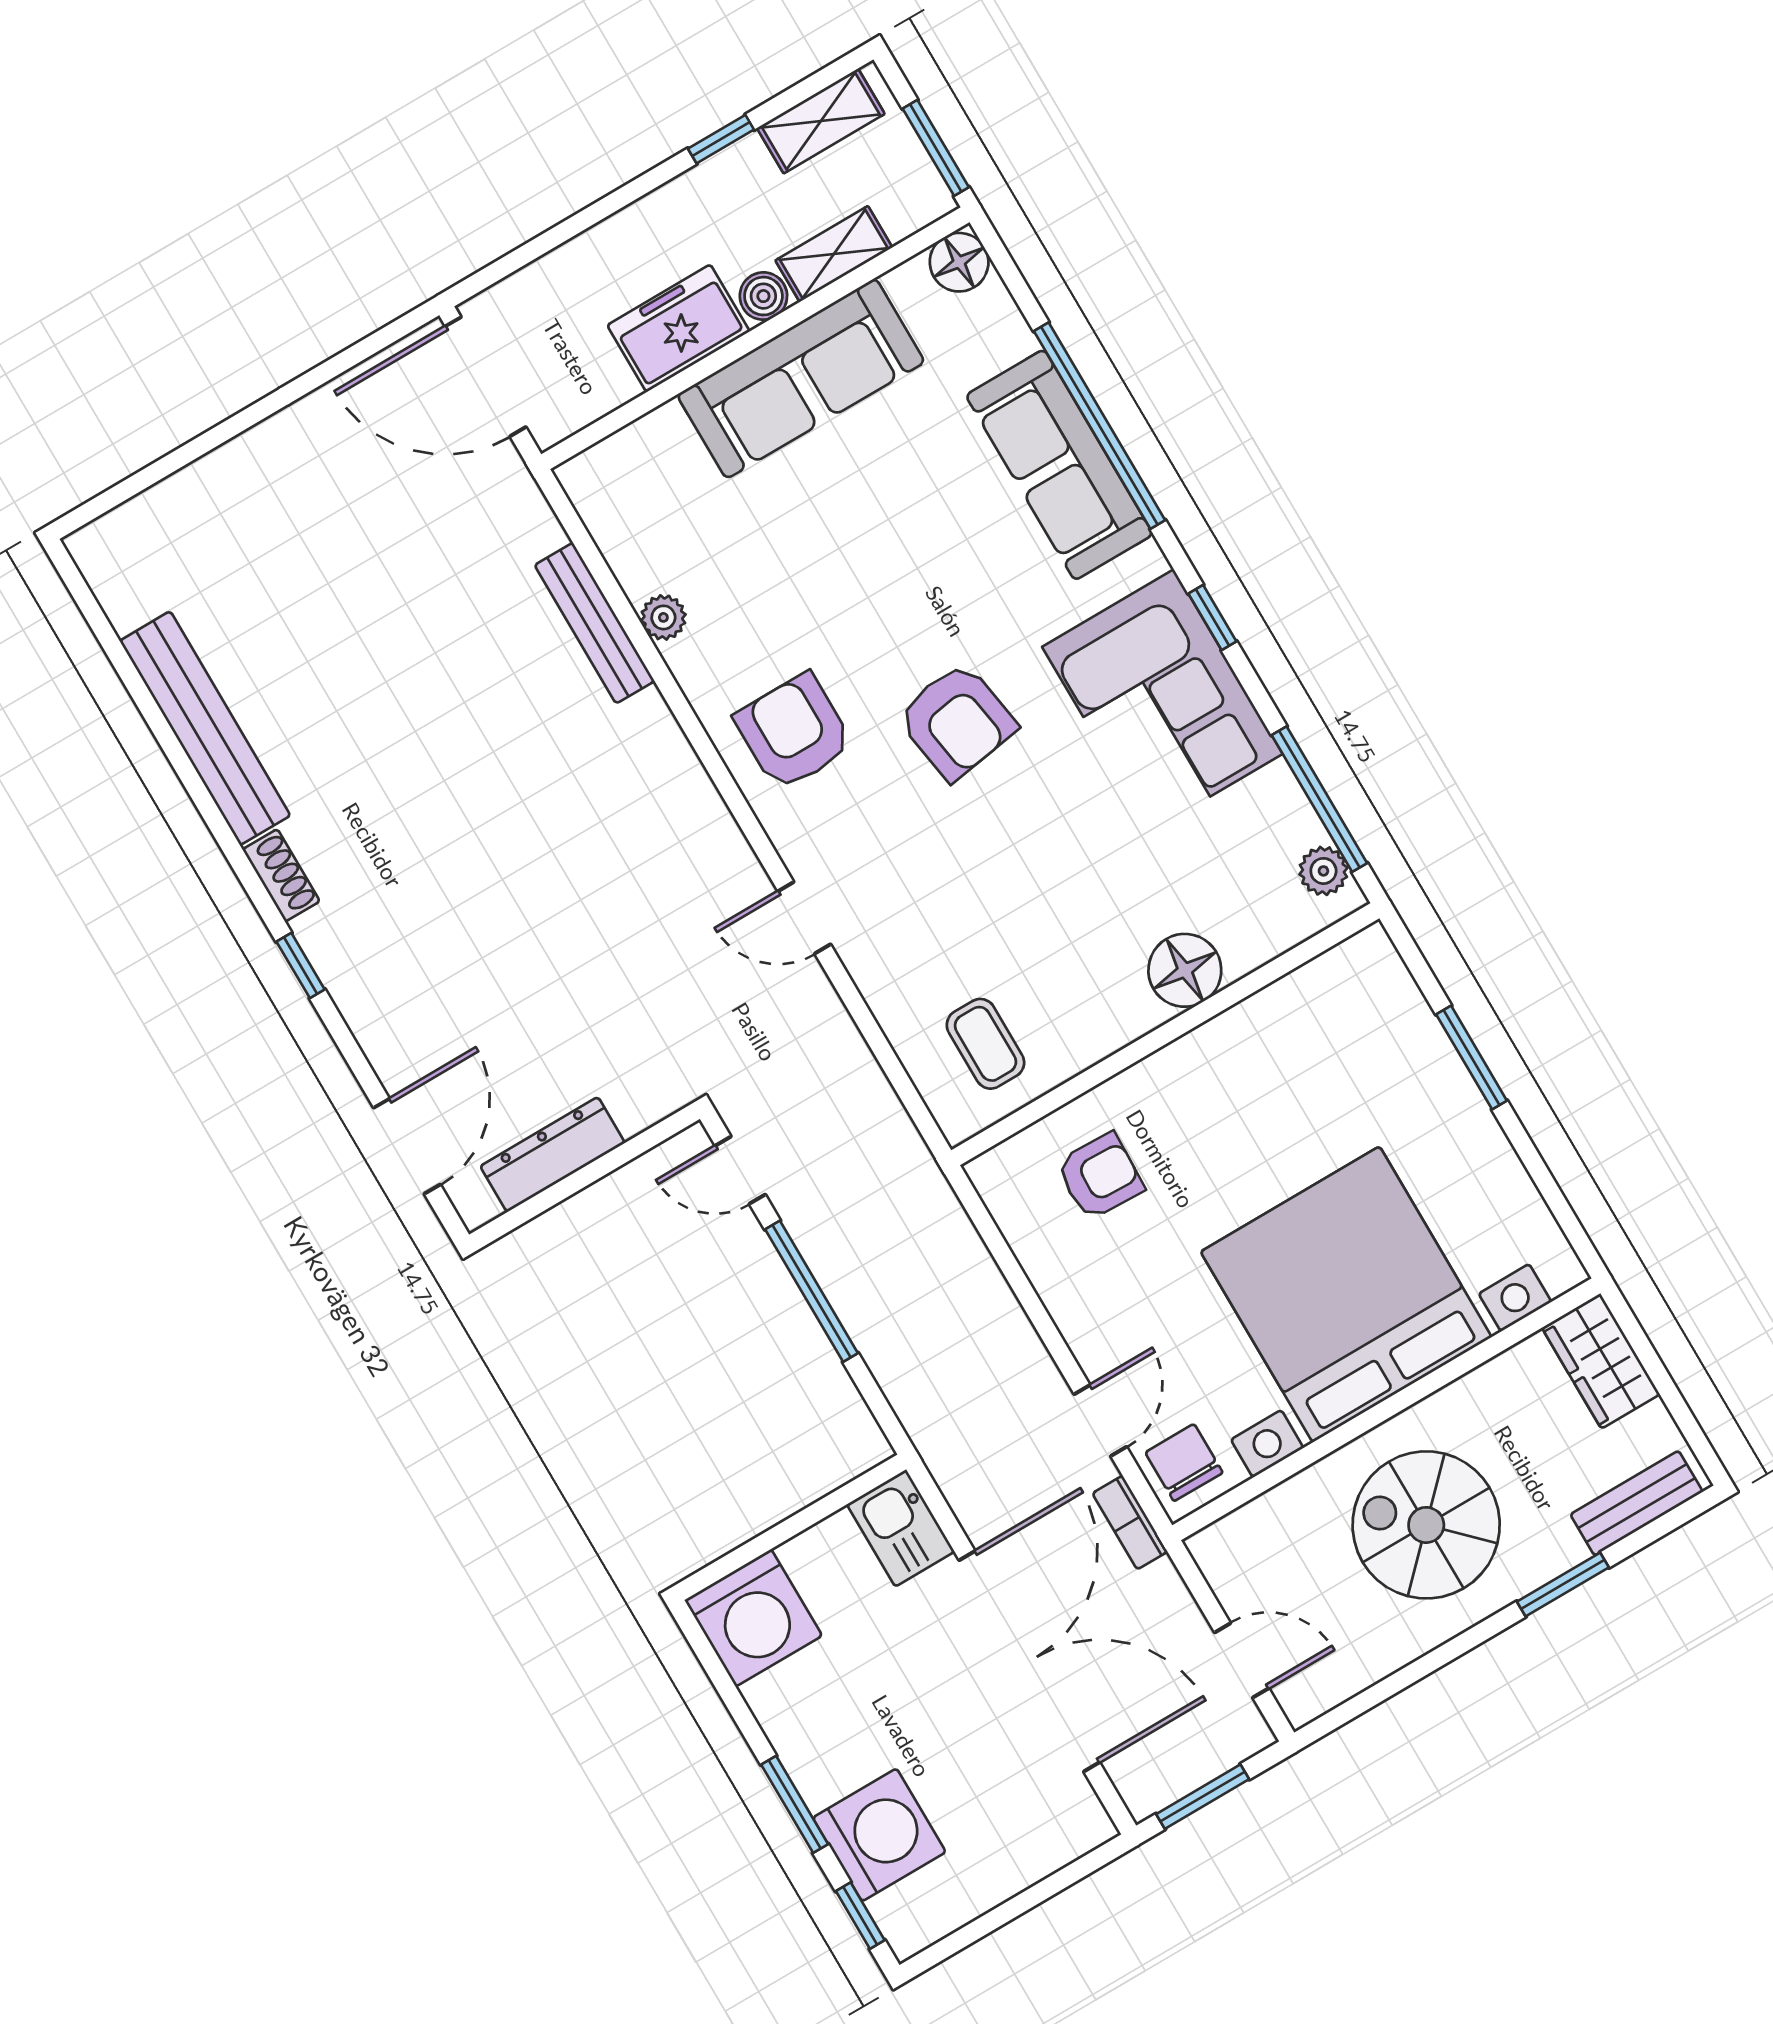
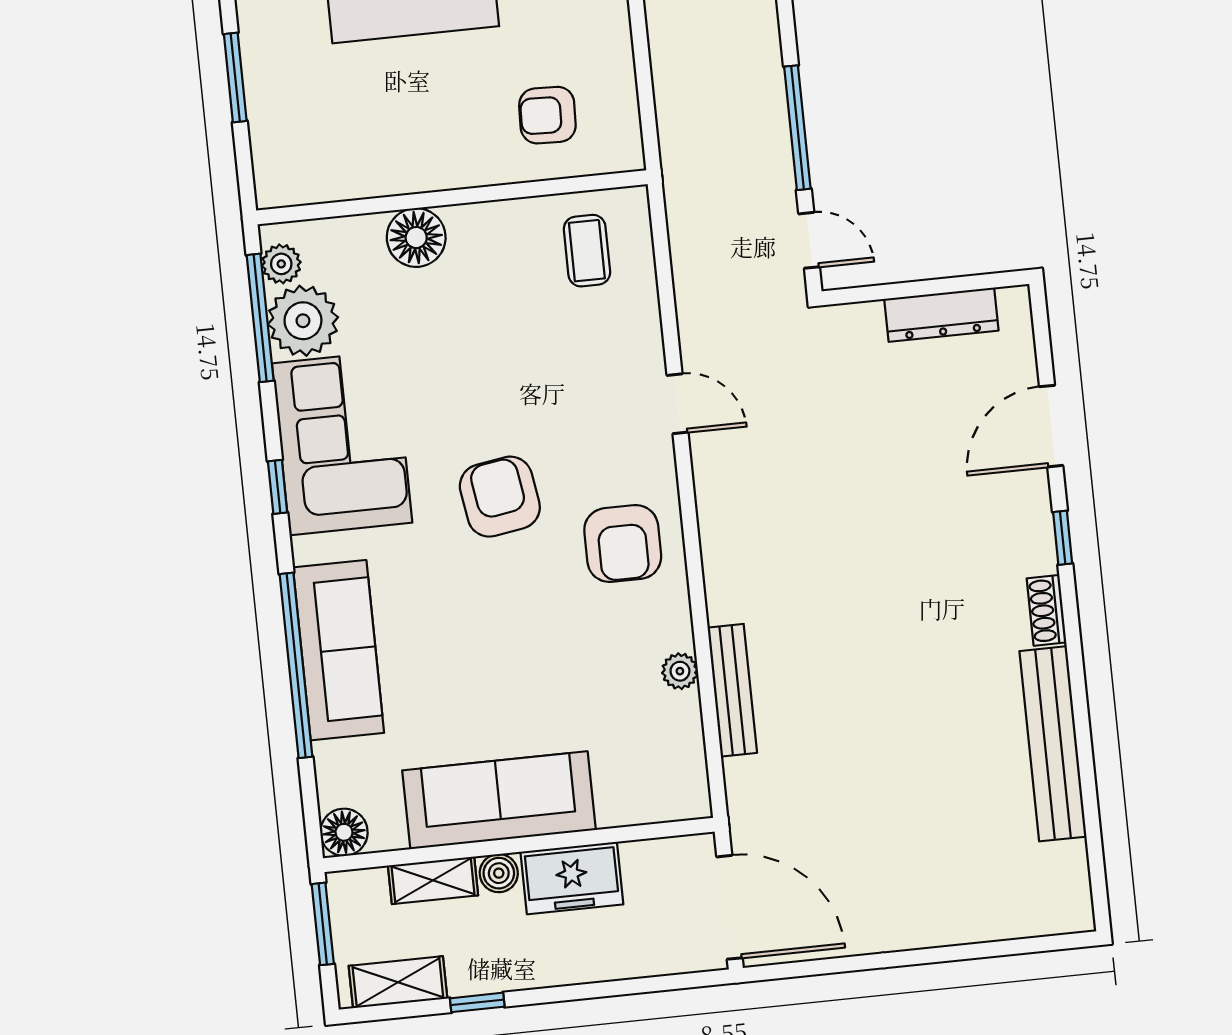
plant: (1270, 818) -> (303, 321), added
door: (407, 1146) -> (1051, 426), moved

